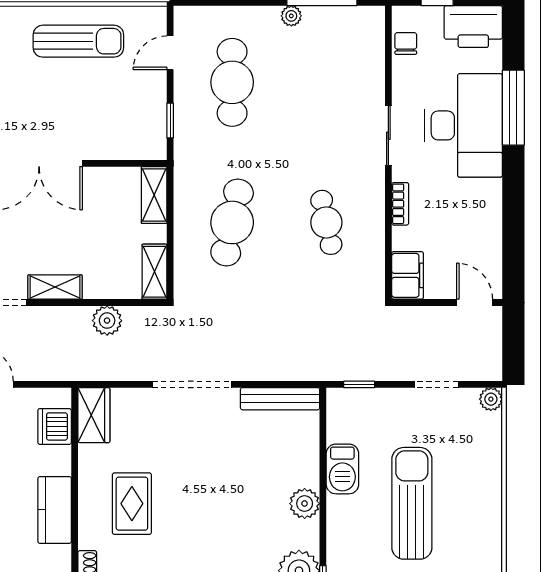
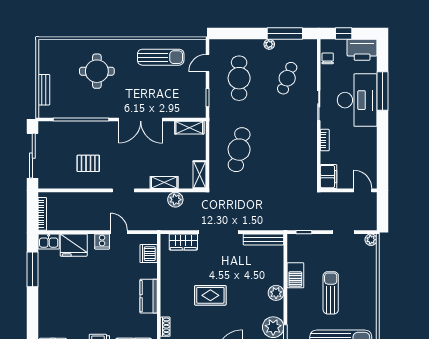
shelving: (154, 195) -> (189, 128), moved, turned 90
cafe table: (326, 222) -> (287, 78), moved, turned 33
shelving: (55, 287) -> (164, 183), moved
wardrobe: (94, 415) -> (183, 242), moved, turned 90
sun lounger: (412, 503) -> (331, 293), width x0.73, depth x0.75
rug: (132, 504) -> (210, 295), moved, turned 90

